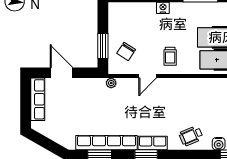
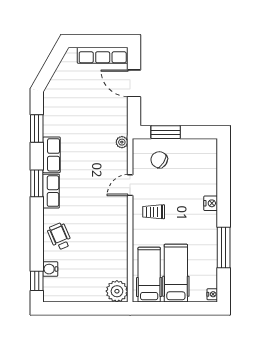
door: (61, 73) -> (134, 83), swing flipped
door: (148, 76) -> (130, 185), hinge flipped
row of seats: (107, 143) -> (51, 155), width x0.50

